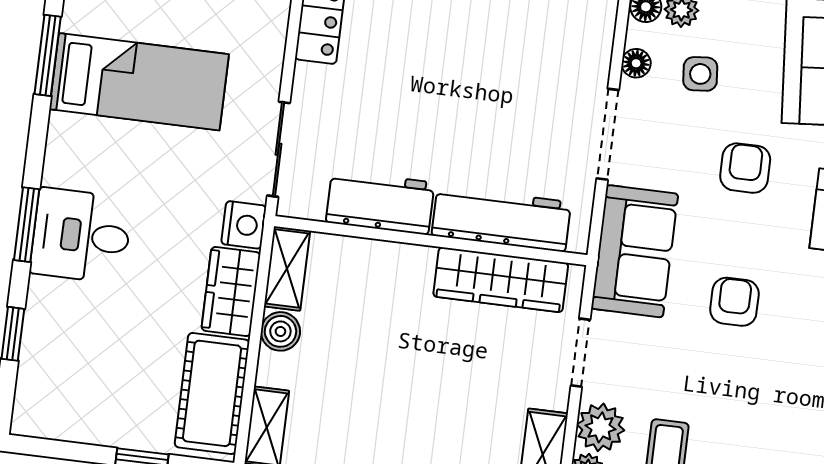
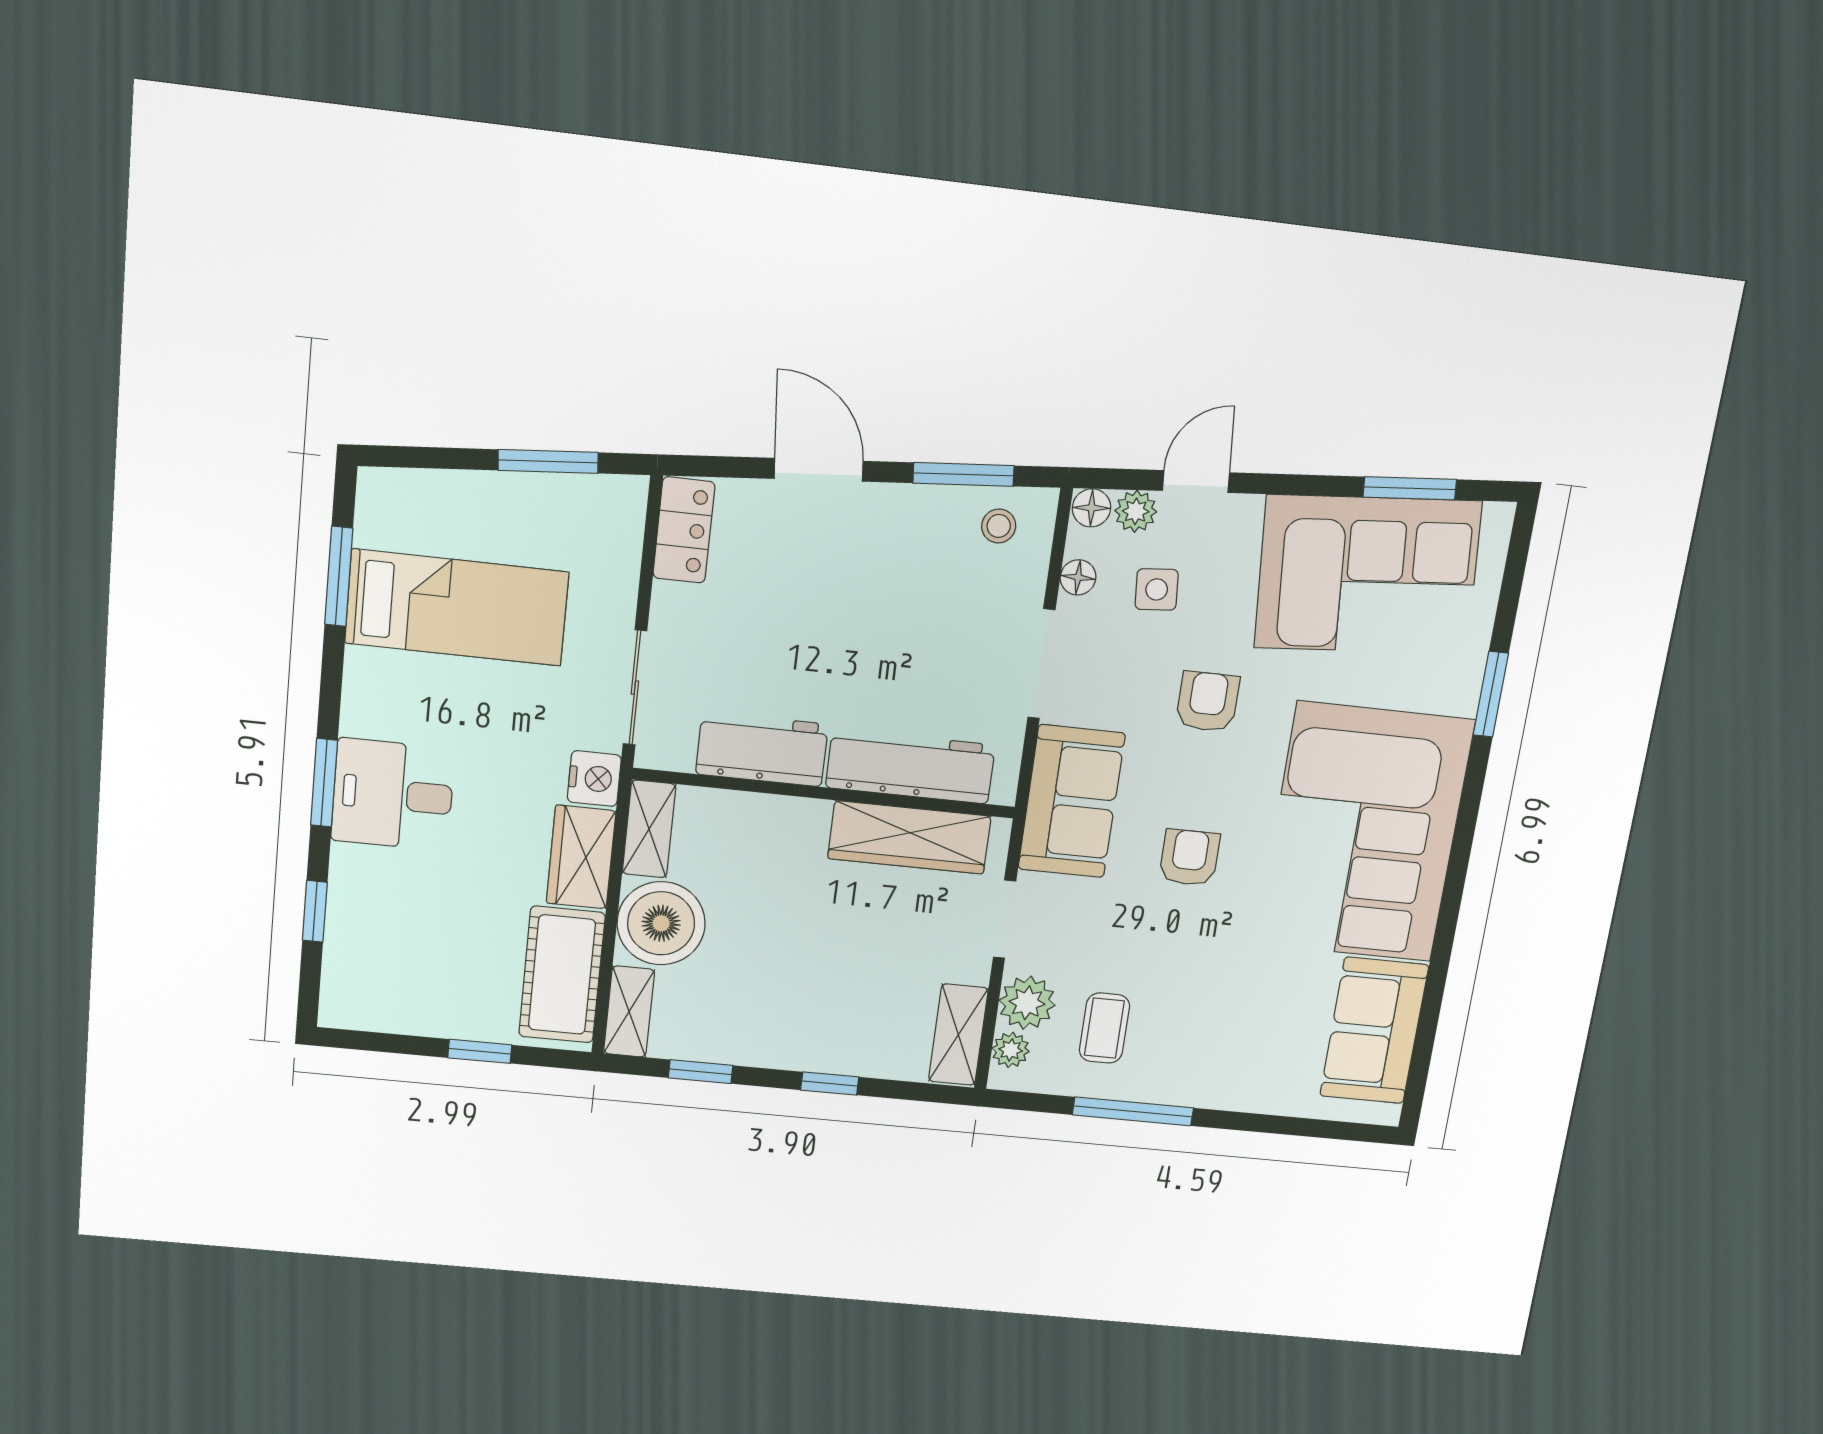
stool: (571, 21) -> (999, 526), added
boiler: (280, 331) -> (661, 923), width x1.86, depth x1.86

